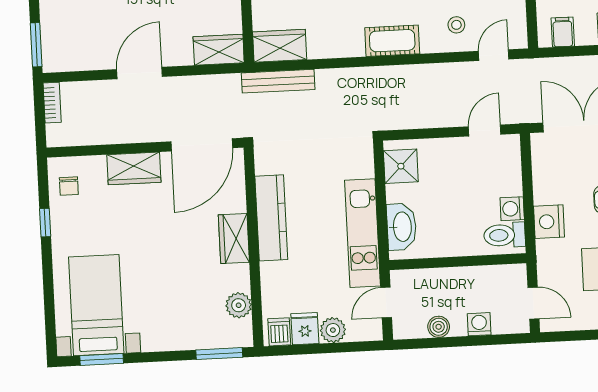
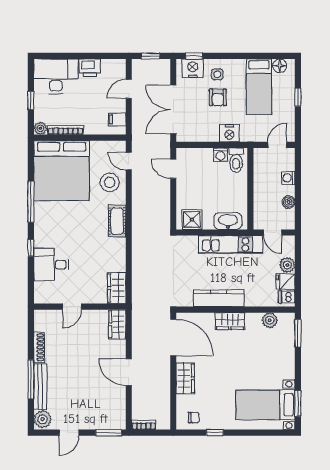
stool: (456, 25) -> (110, 182), width x1.89, depth x1.89
bench: (278, 81) -> (138, 290), removed

